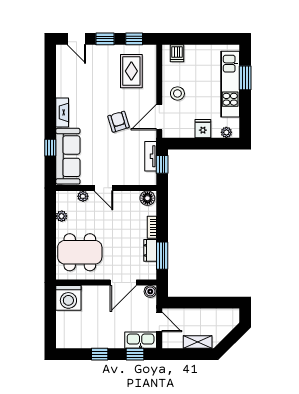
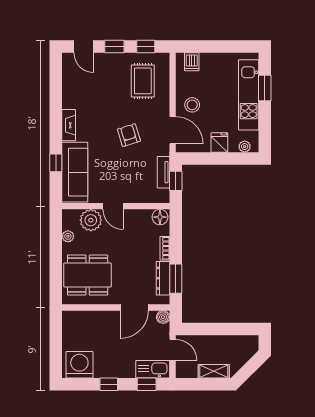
door: (159, 117) -> (173, 130), swing flipped
plant: (83, 196) -> (91, 220), width x1.88, depth x1.88
dresser: (150, 250) -> (163, 278), width x1.44
washing machine: (68, 298) -> (79, 365), moved, turned 180

